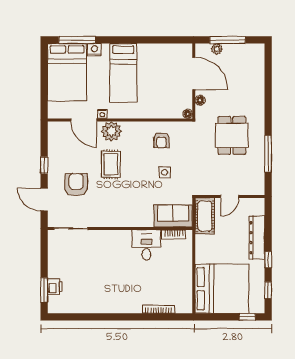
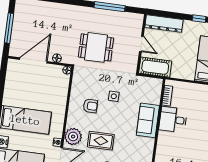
plant: (217, 49) -> (15, 38), removed
dining table: (232, 135) -> (96, 47), moved
armchair: (161, 140) -> (90, 106), moved
sofa: (173, 216) -> (148, 120), moved
dresser: (257, 238) -> (164, 24), moved

